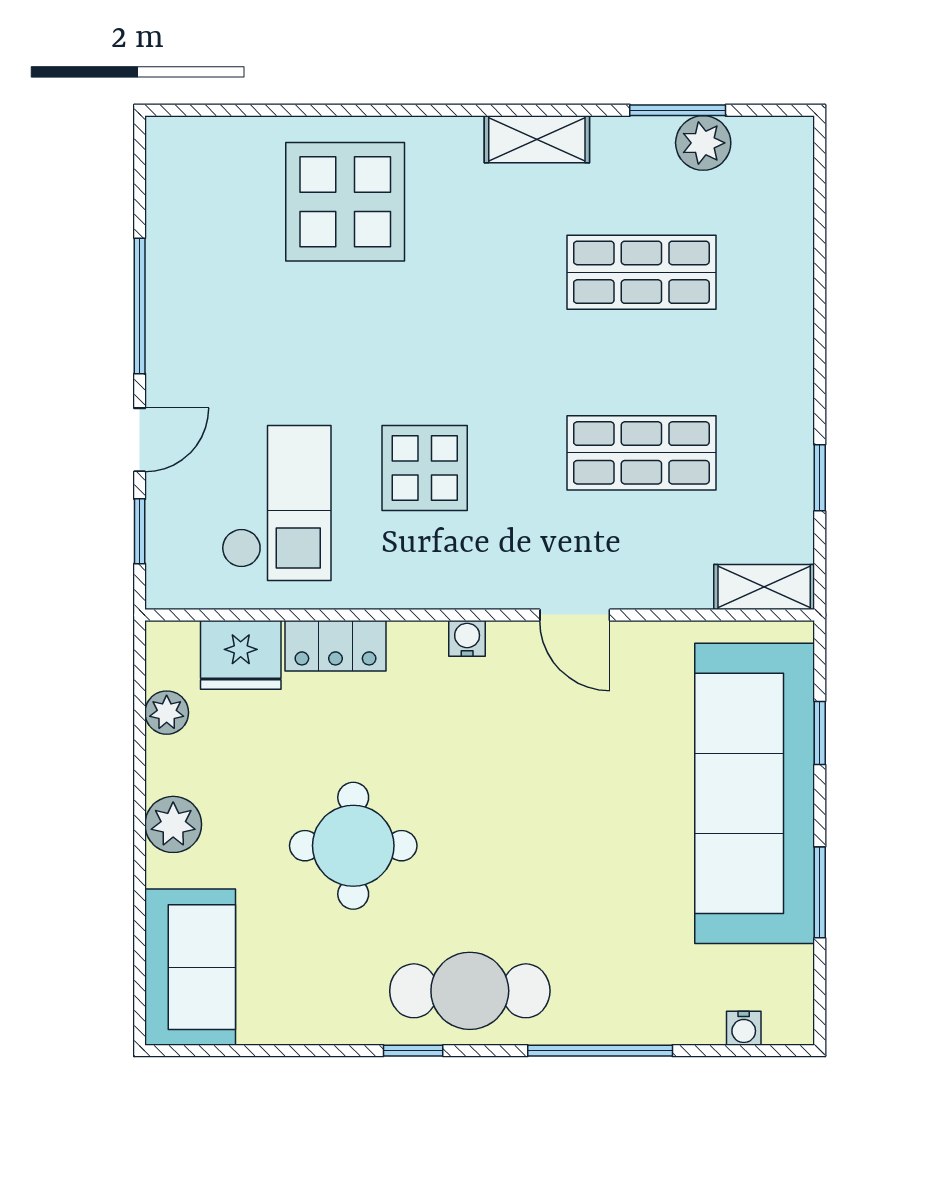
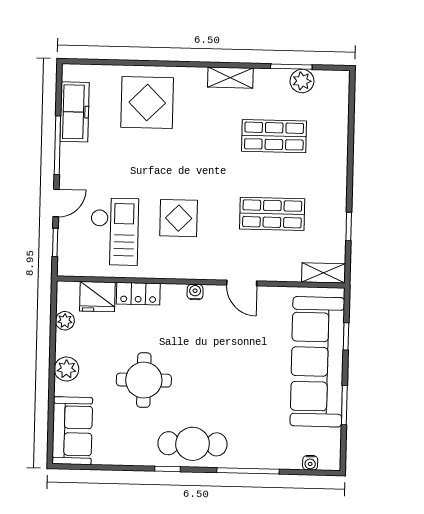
freezer: (177, 227) -> (75, 112), added

